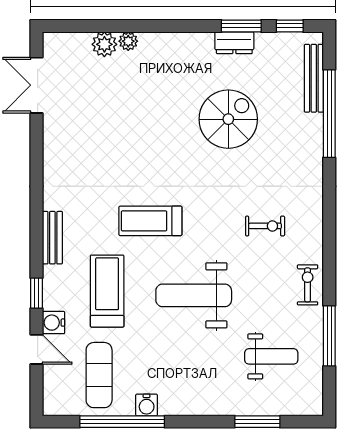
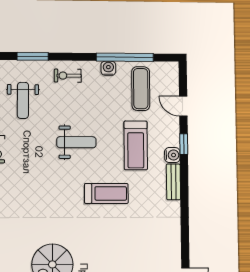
exercise bike: (265, 226) -> (68, 76), moved
weight bench: (194, 295) -> (76, 142), width x0.73, depth x0.75
water cooler: (54, 323) -> (172, 155), moved
weight bench: (271, 356) -> (23, 100), turned -90

